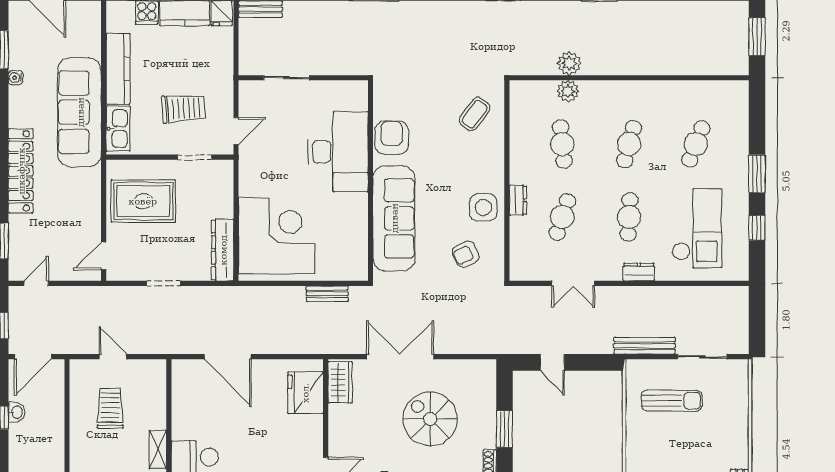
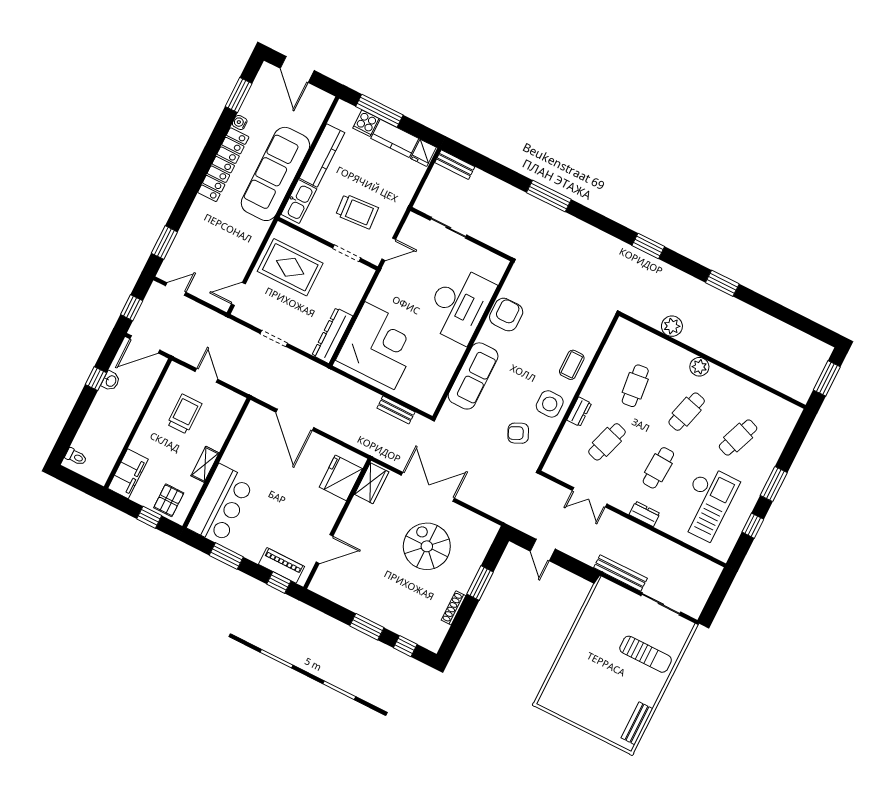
plant: (568, 91) -> (699, 367), moved
coffee table: (475, 114) -> (572, 365), moved, turned -36
locker: (21, 171) -> (223, 165), moved
sofa: (394, 218) -> (473, 376), width x0.74, depth x0.79
sun lounger: (672, 401) -> (646, 654), moved

